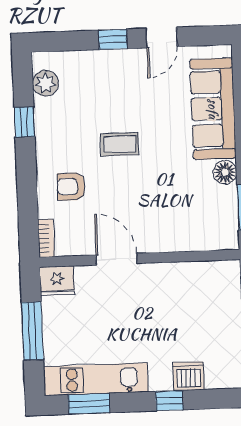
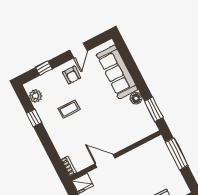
window: (113, 39) -> (44, 68), moved
coffee table: (120, 144) -> (69, 109), moved
armchair: (71, 187) -> (72, 75), moved, turned -90

